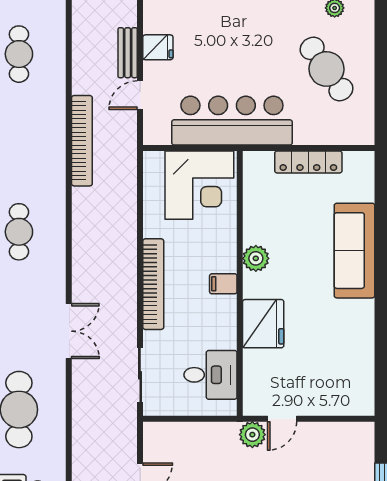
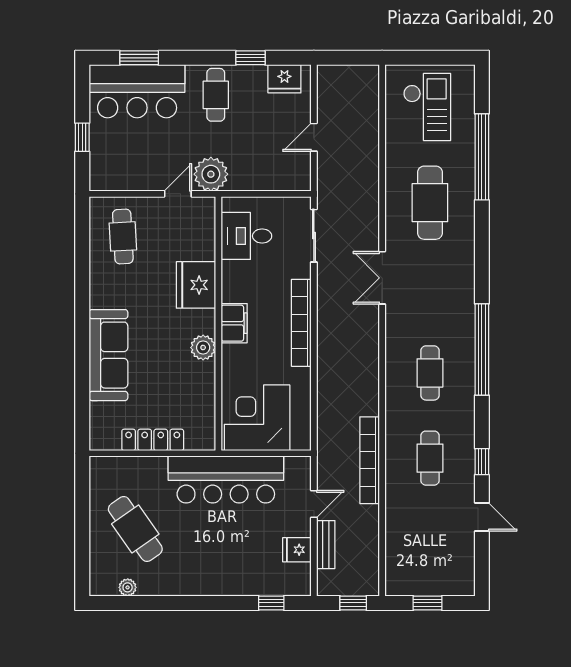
cafe table: (19, 54) -> (430, 458), moved
filing cabinet: (223, 284) -> (234, 323), width x2.00
cafe table: (340, 374) -> (123, 236), added
plant: (252, 435) -> (211, 174), width x1.36, depth x1.36

